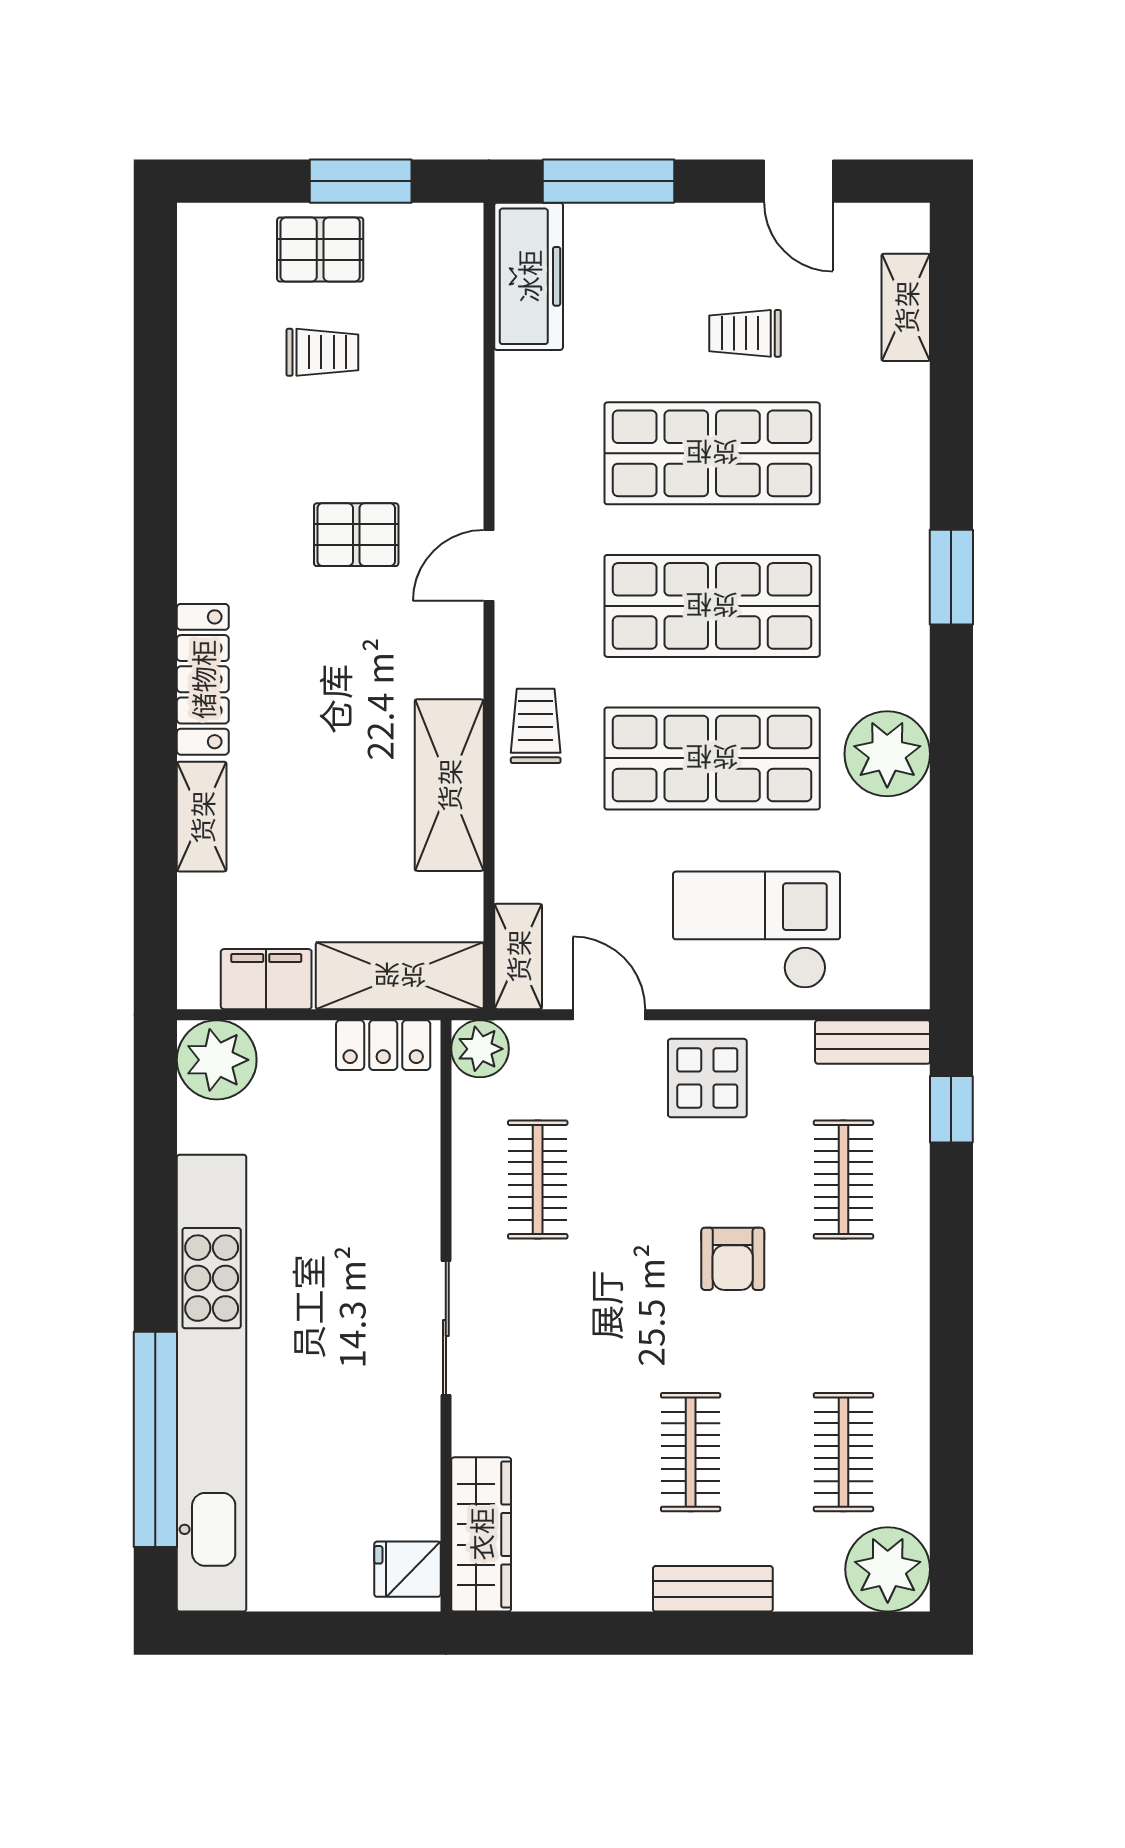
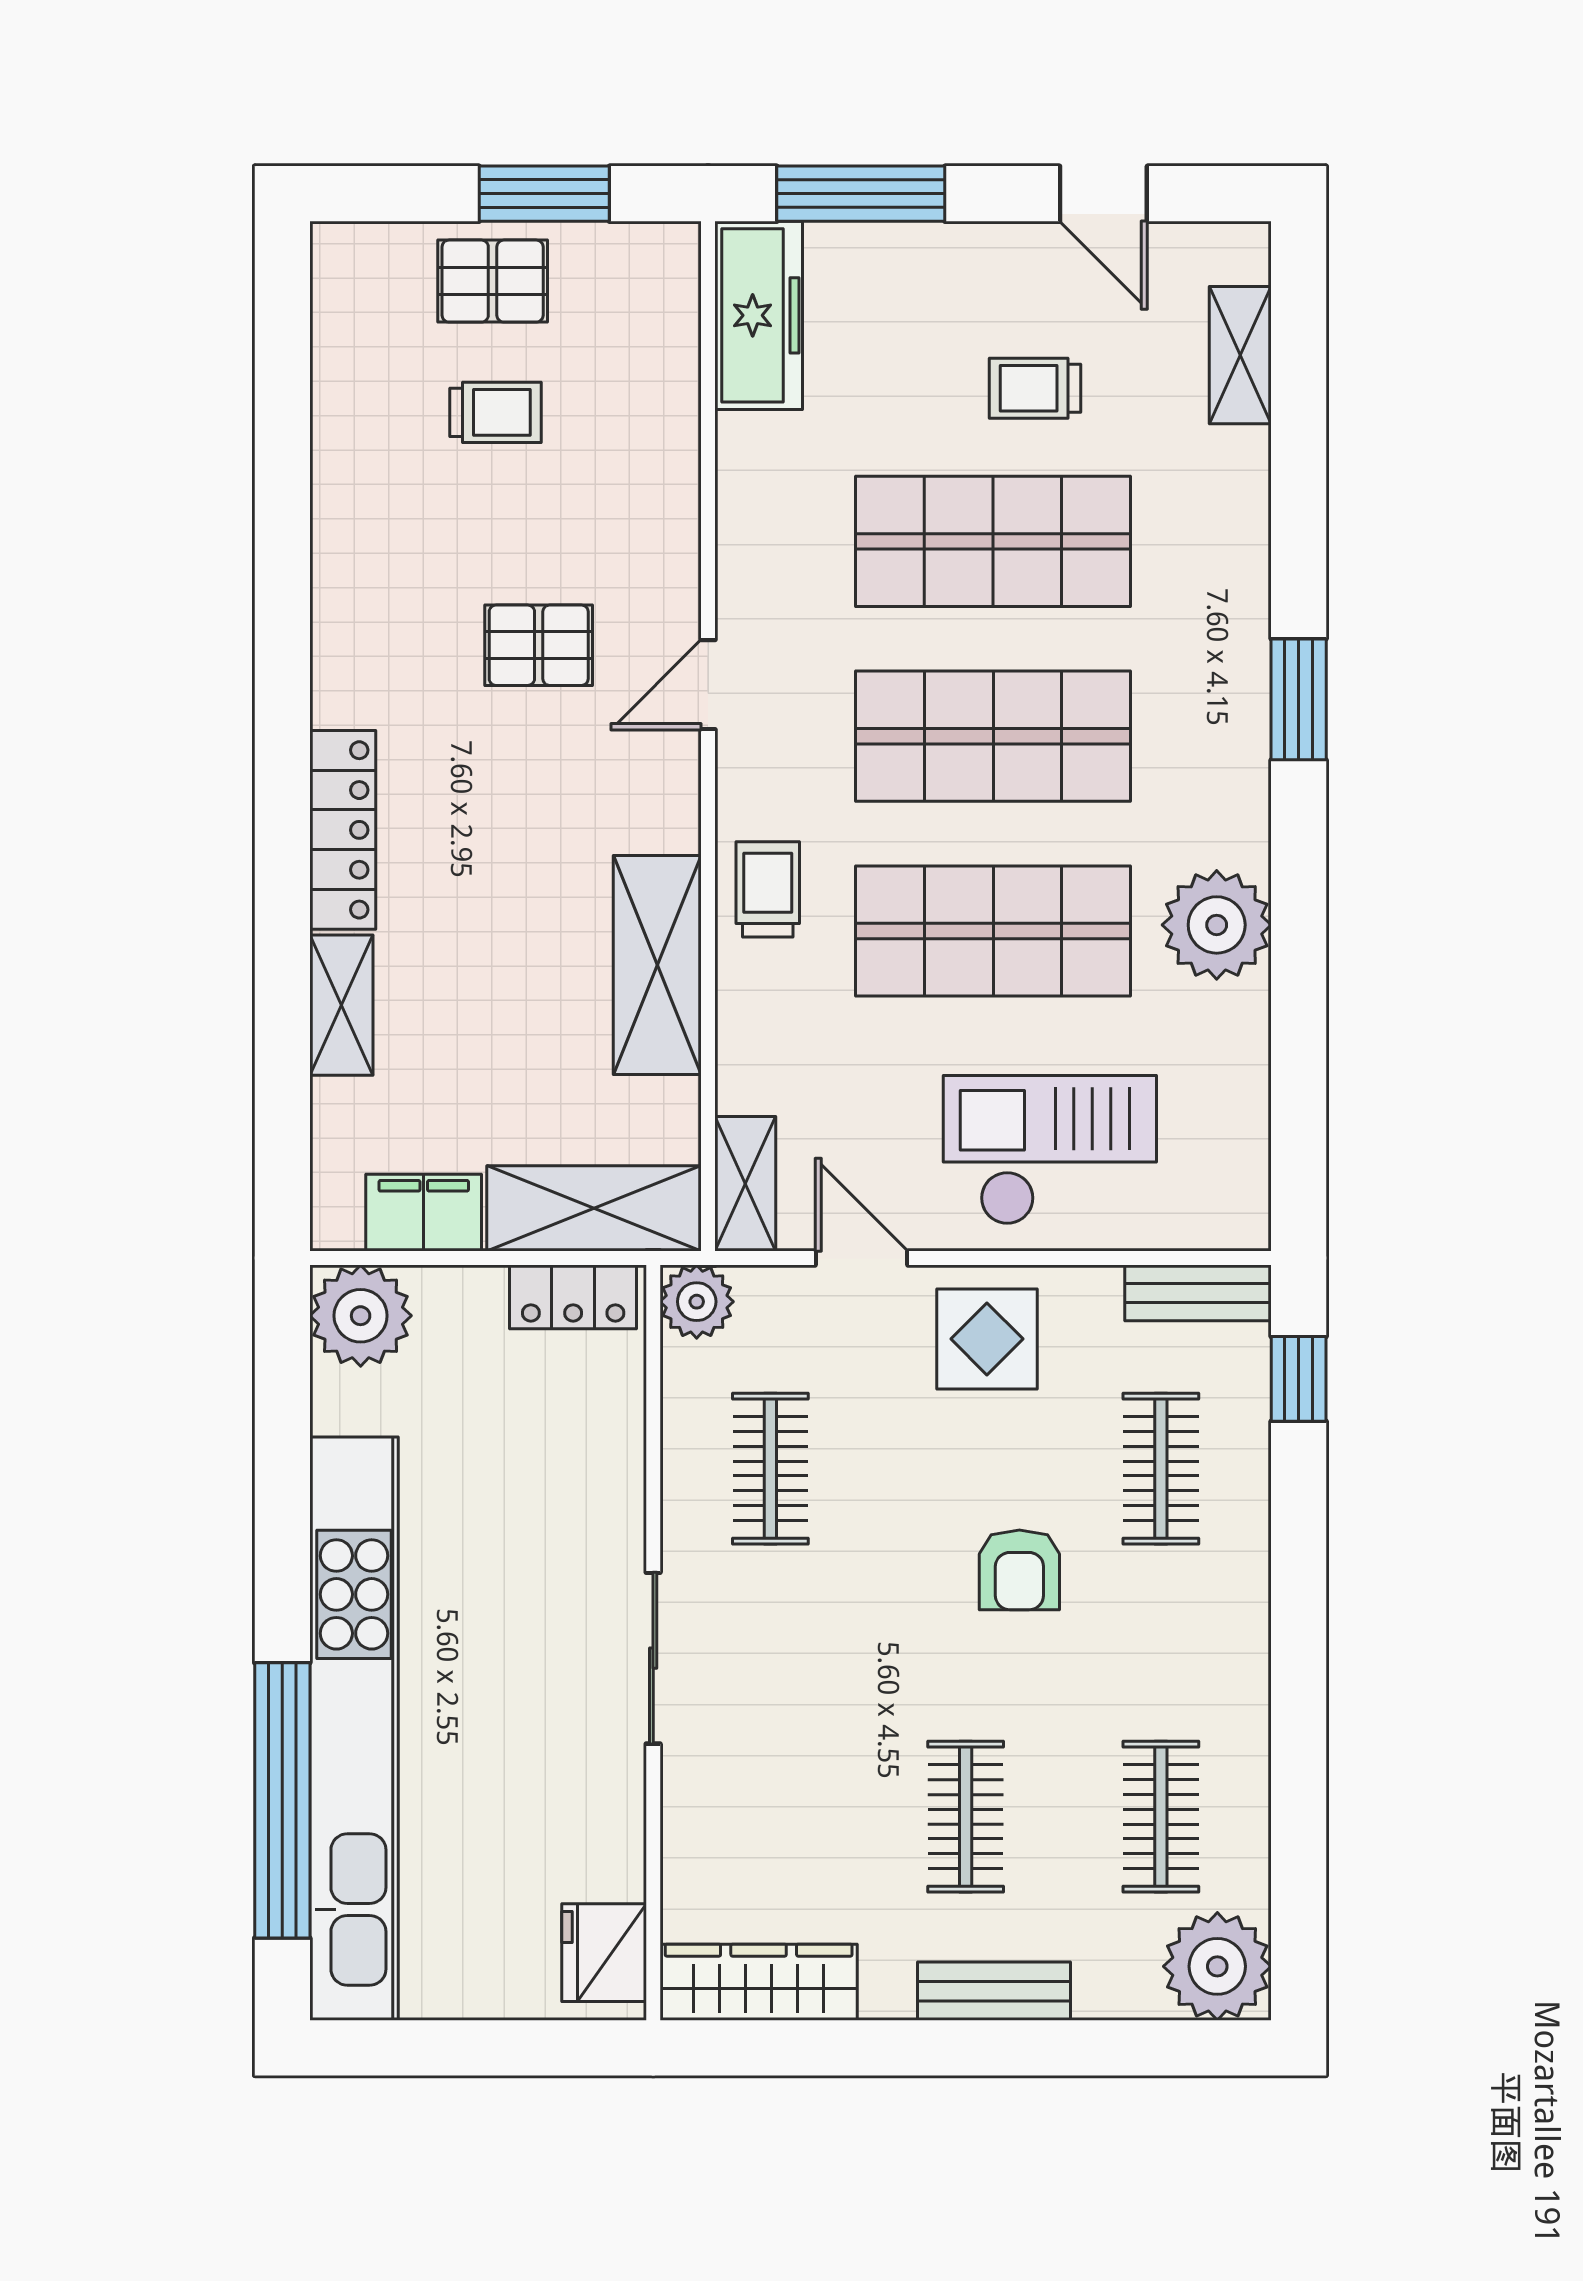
wardrobe: (481, 1534) -> (759, 1982), moved, turned -90
fridge: (407, 1569) -> (604, 1953), width x1.38

